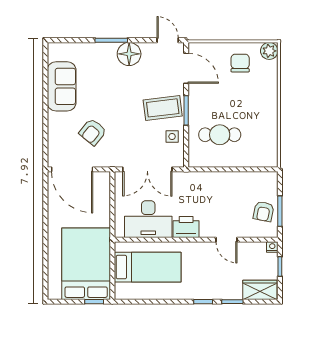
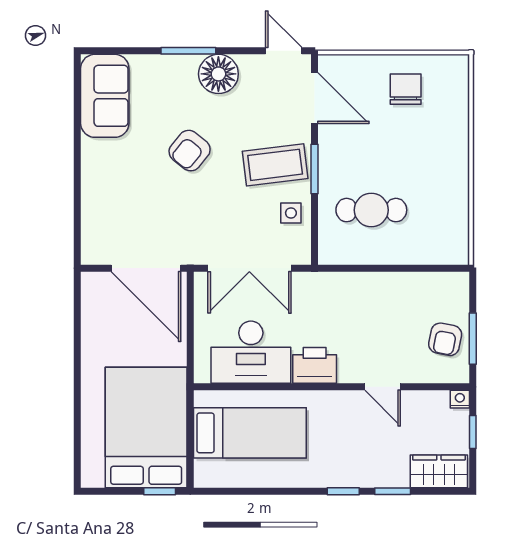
plant: (269, 51) -> (455, 69), removed
sofa: (62, 86) -> (105, 96), moved
armchair: (93, 132) -> (190, 151), moved
door: (72, 169) -> (146, 268), moved

